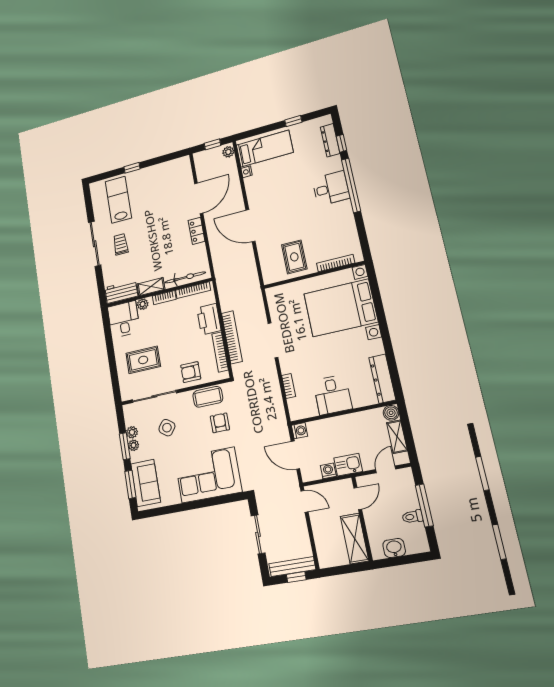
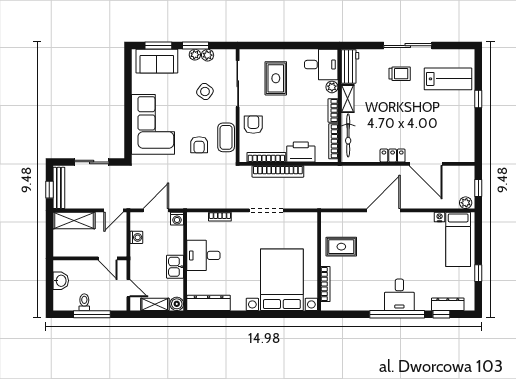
armchair: (220, 423) -> (199, 145), turned 90
kitchen sink: (348, 465) -> (175, 267), moved, turned 180
shelving: (355, 539) -> (74, 221), moved

